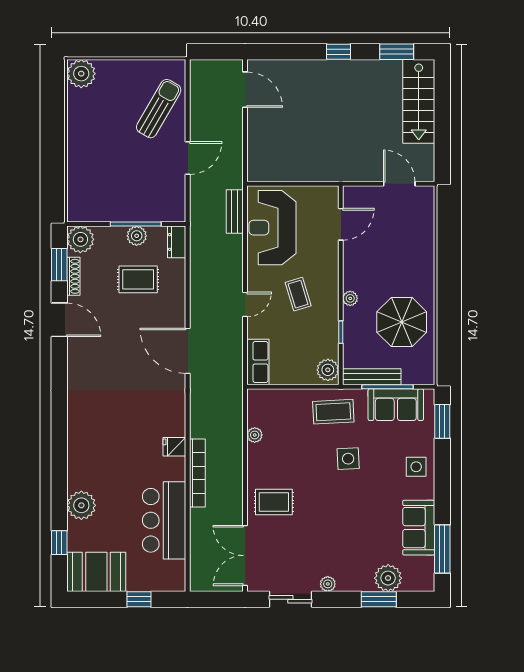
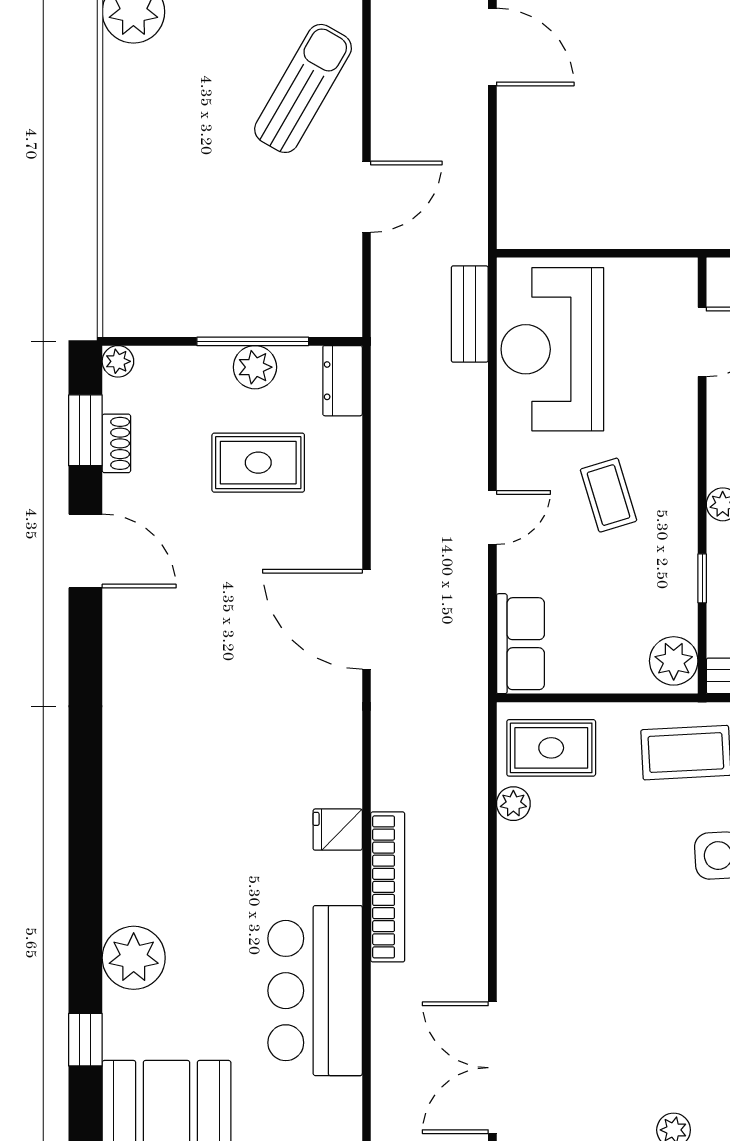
plant: (80, 239) -> (118, 361), width x0.53, depth x0.53
shoe rack: (73, 276) -> (116, 443), width x0.70
rug: (274, 502) -> (551, 748), moved

